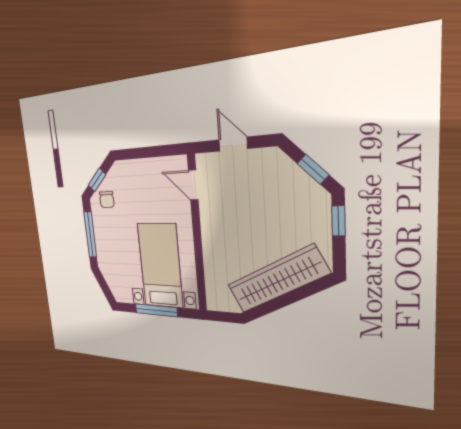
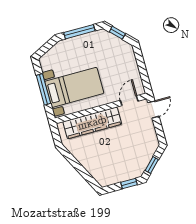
door: (233, 144) -> (153, 109), moved
chair: (107, 200) -> (106, 42), removed
wardrobe: (277, 279) -> (92, 123), moved, turned 118

